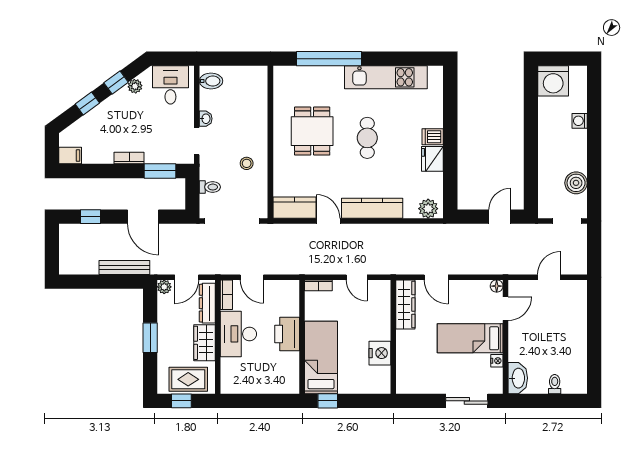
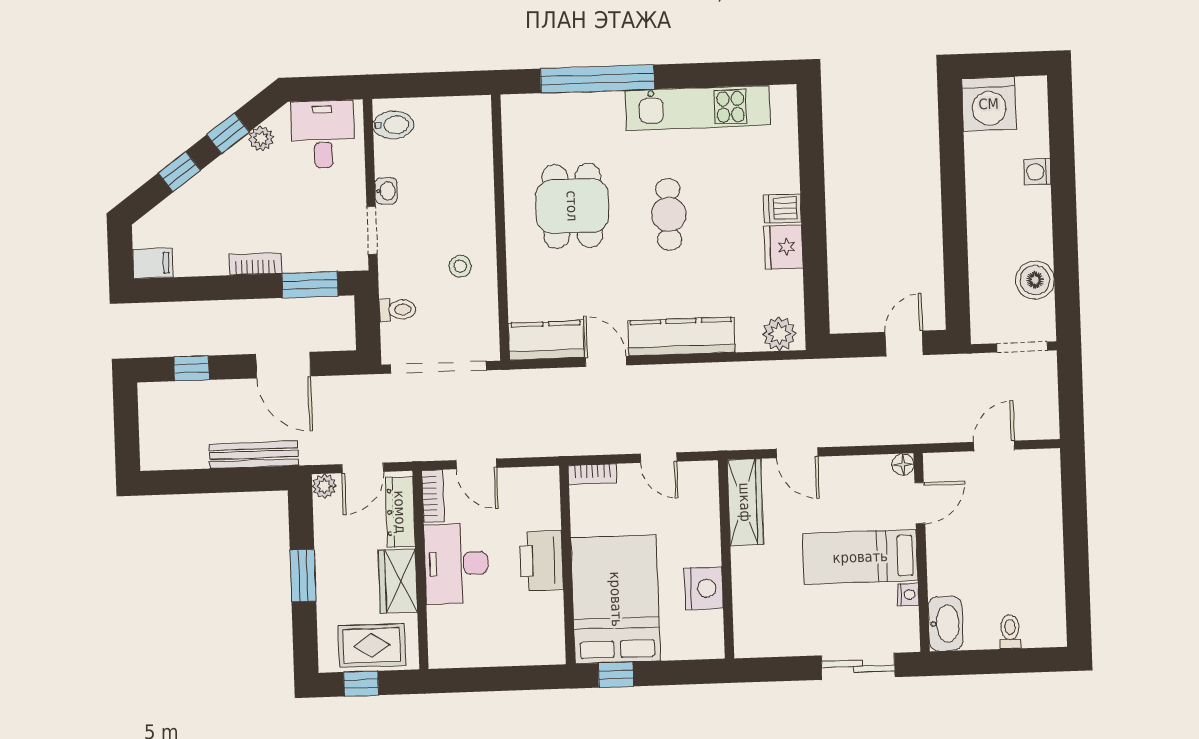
bed: (321, 358) -> (616, 599), width x1.50

